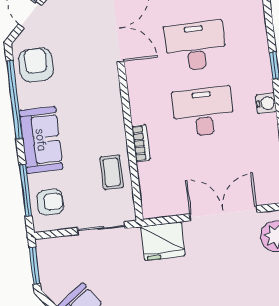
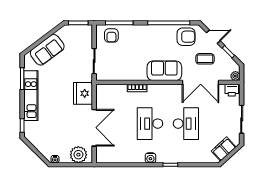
desk: (203, 112) -> (150, 124), turned 180
sofa: (41, 140) -> (164, 71), moved, turned 180
coffee table: (112, 172) -> (205, 59), moved

